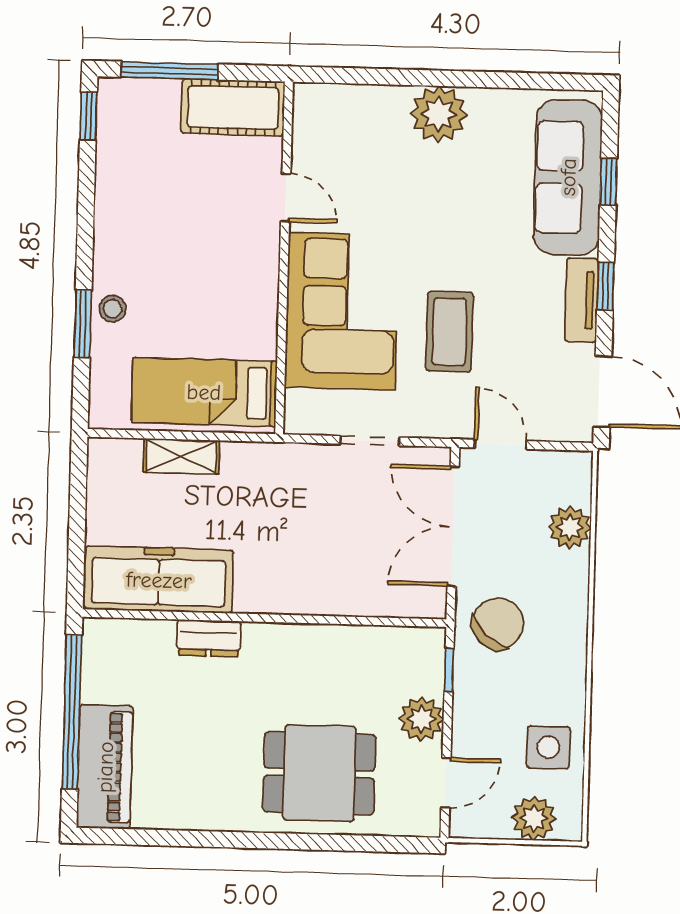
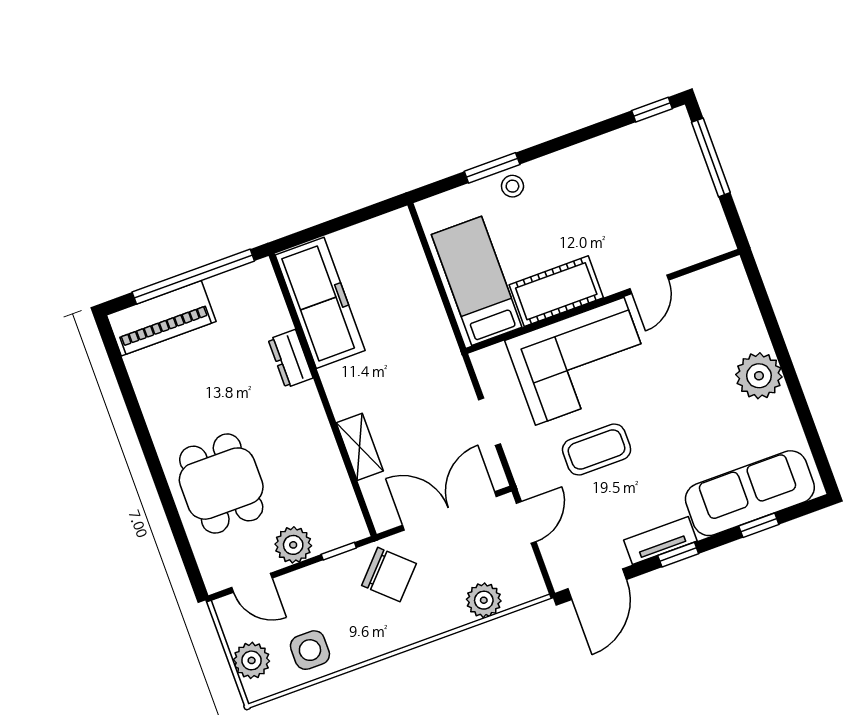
cot: (233, 107) -> (556, 291), moved, turned 90
shelving: (181, 456) -> (360, 447), moved

